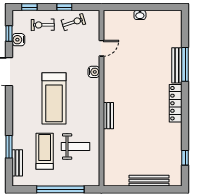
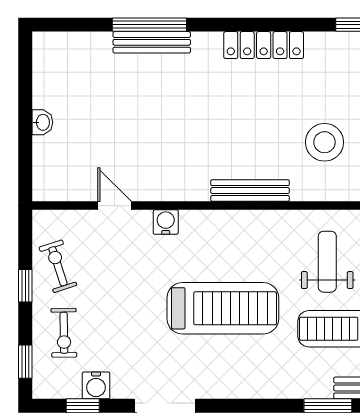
locker: (176, 103) -> (264, 45), moved
bench: (108, 116) -> (250, 191), width x1.36
stool: (131, 145) -> (324, 142), added

